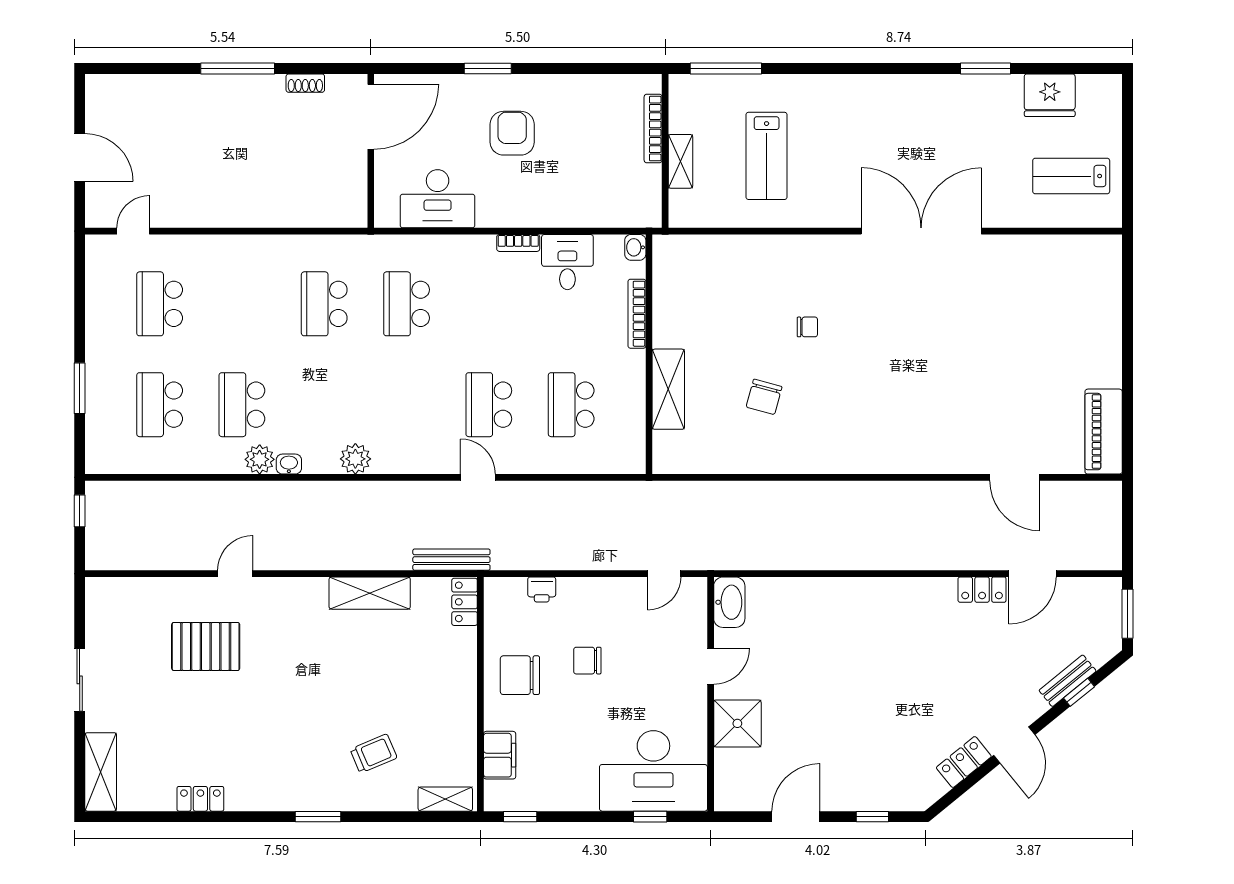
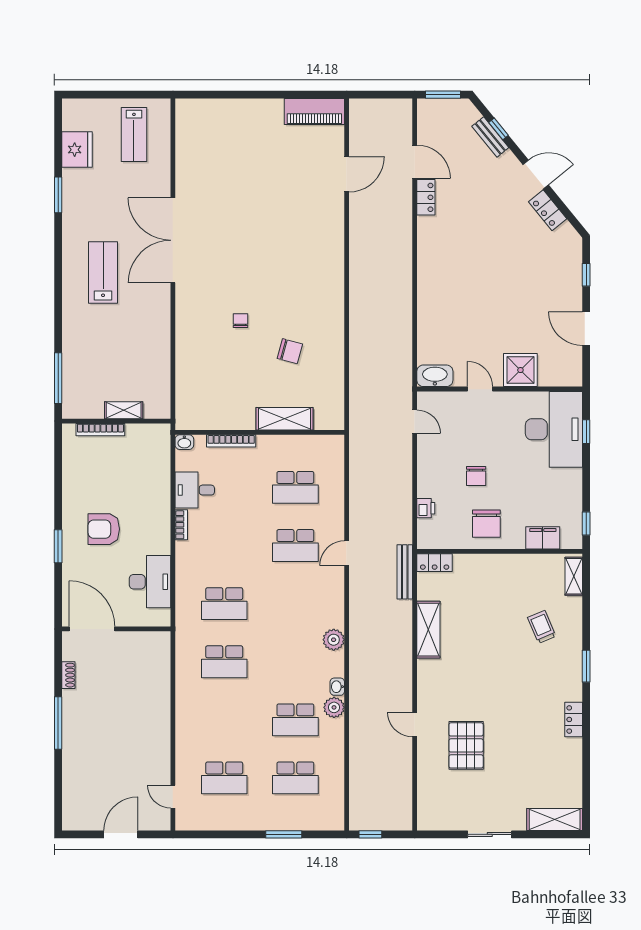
lab bench: (767, 156) -> (103, 272), moved, turned -90
locker: (200, 799) -> (574, 719), moved

